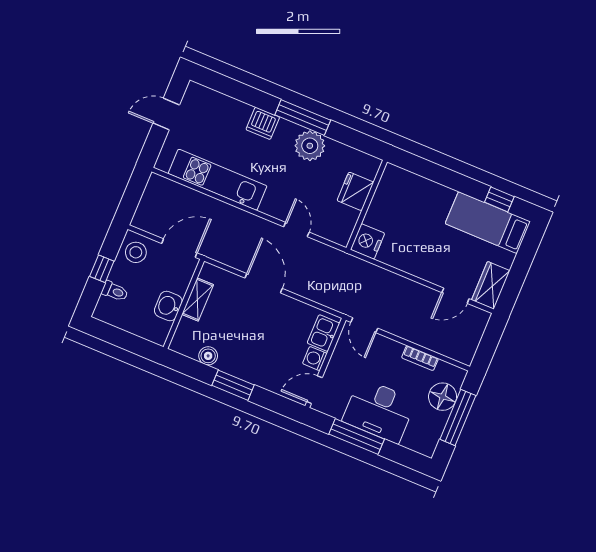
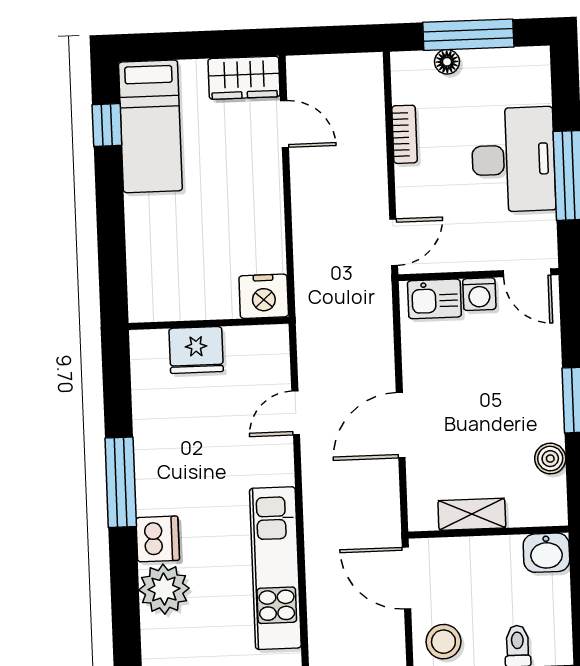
plant: (310, 146) -> (164, 589), moved
washbasin: (168, 306) -> (546, 553), moved
floor lamp: (443, 397) -> (447, 62), width x0.53, depth x0.53

